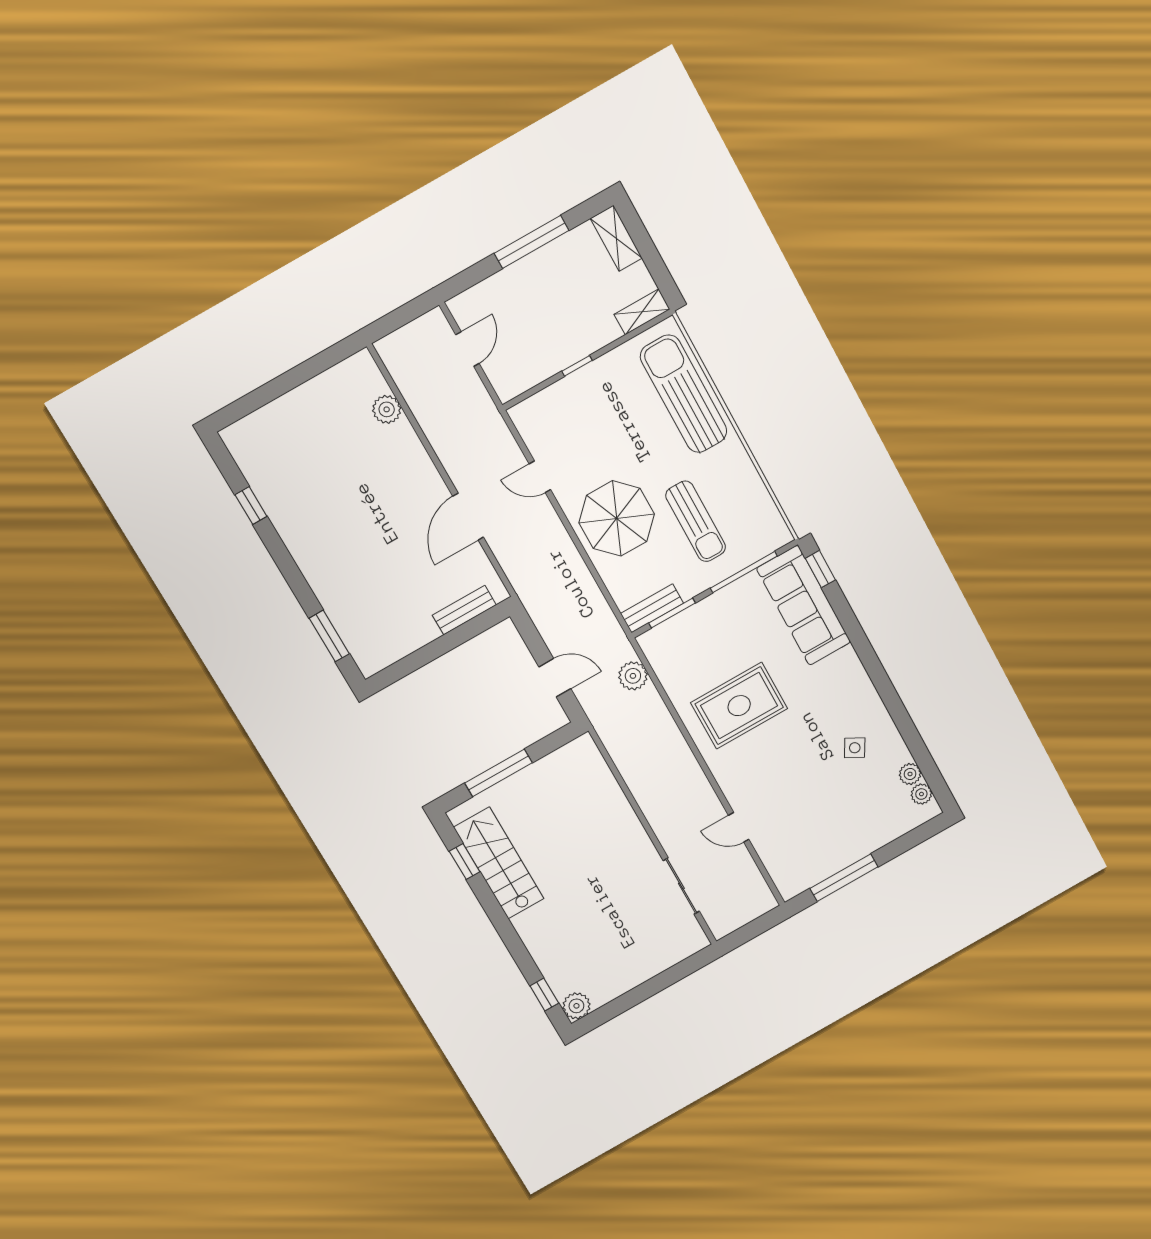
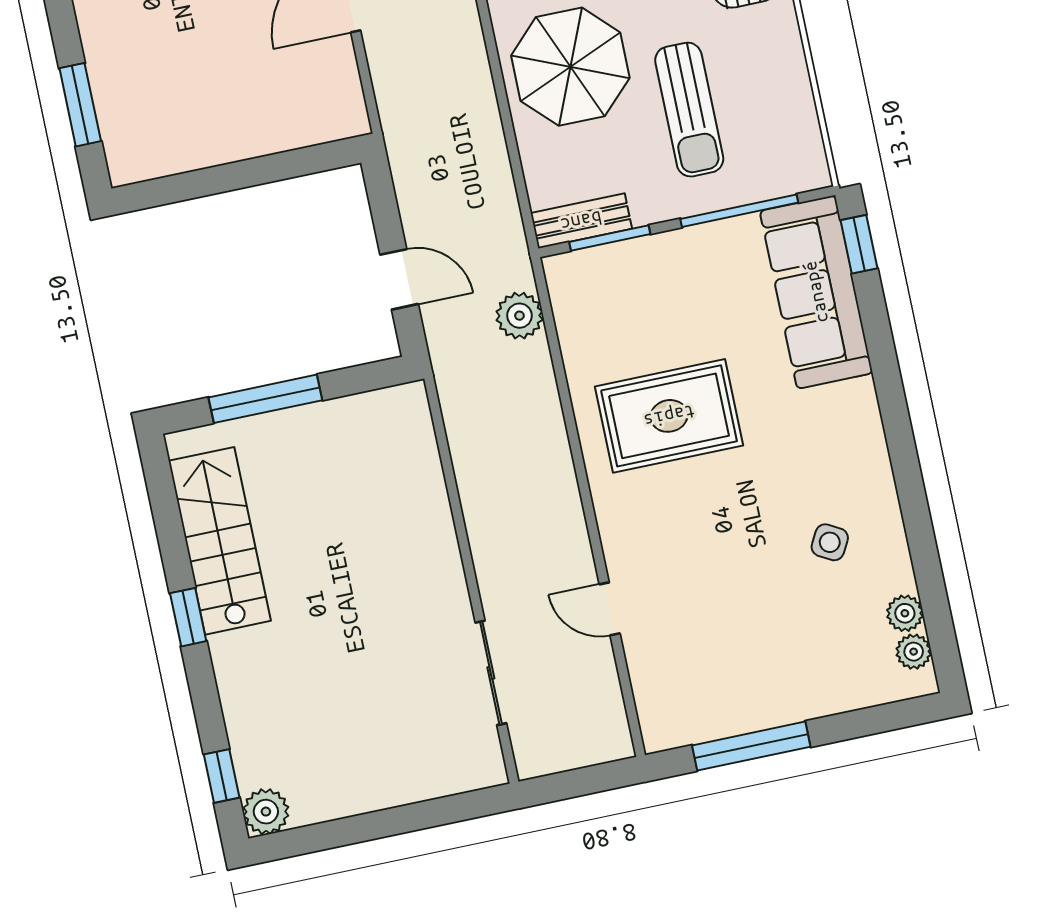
bench: (464, 610) -> (296, 131), removed
window: (465, 862) -> (188, 617), moved

